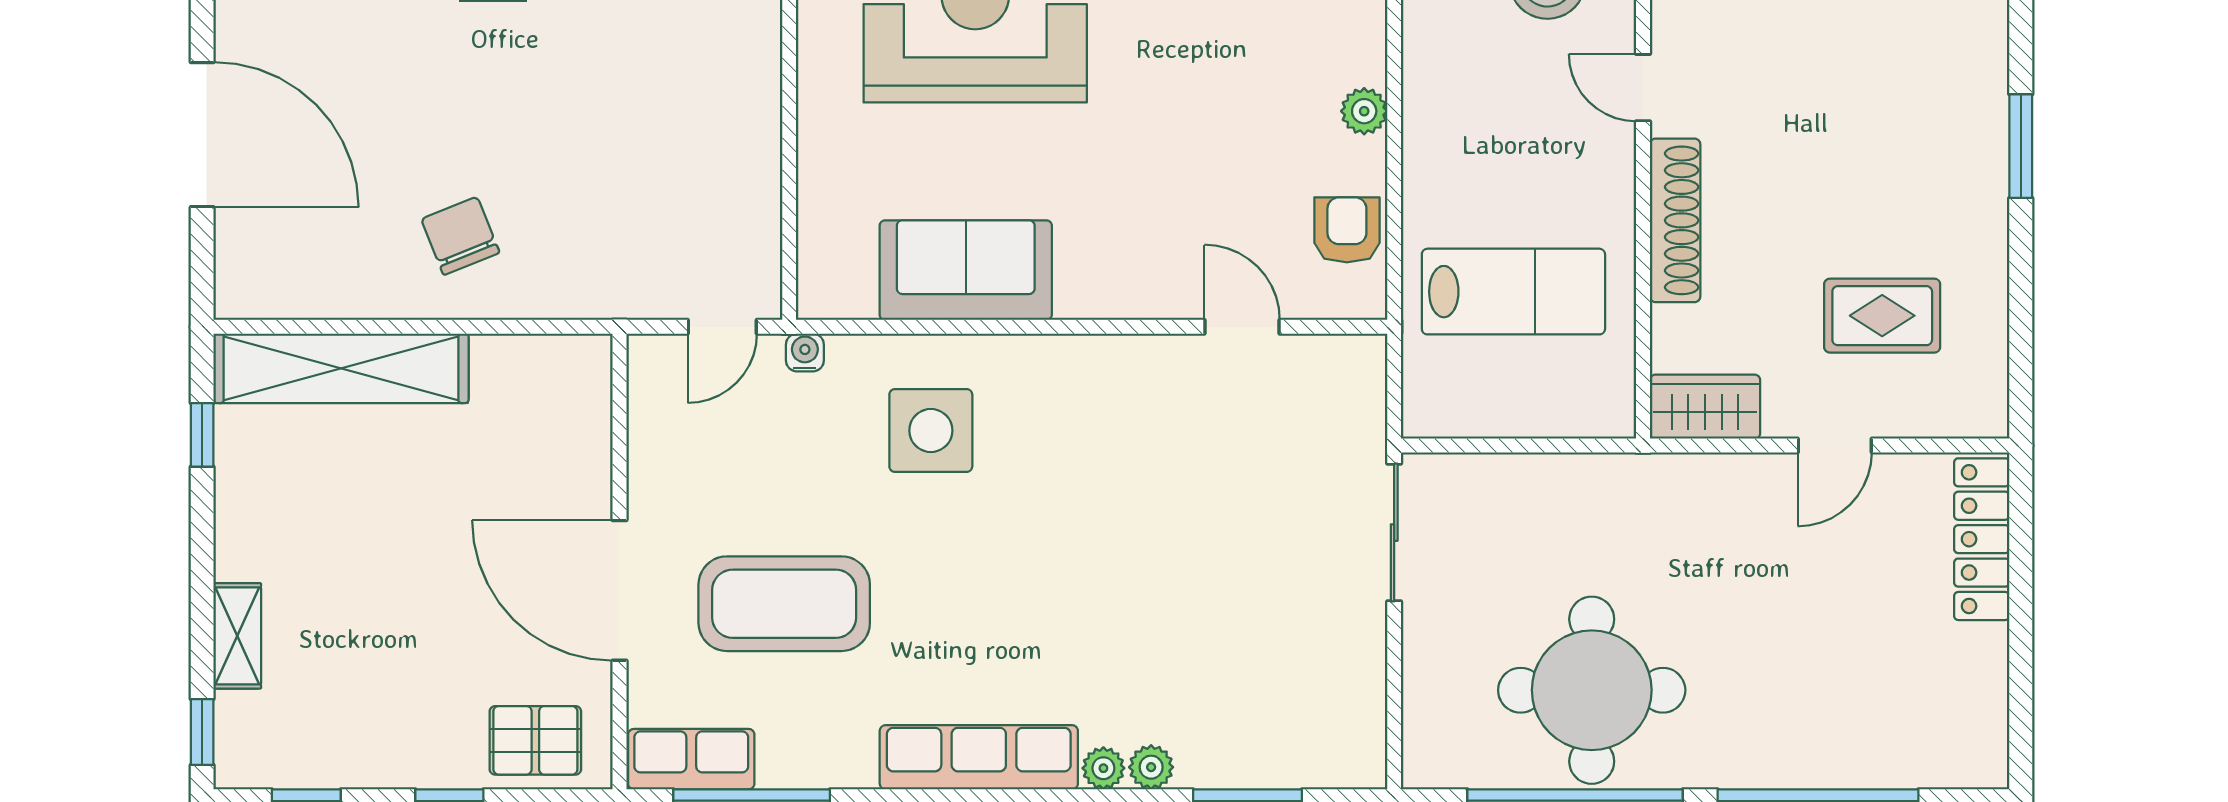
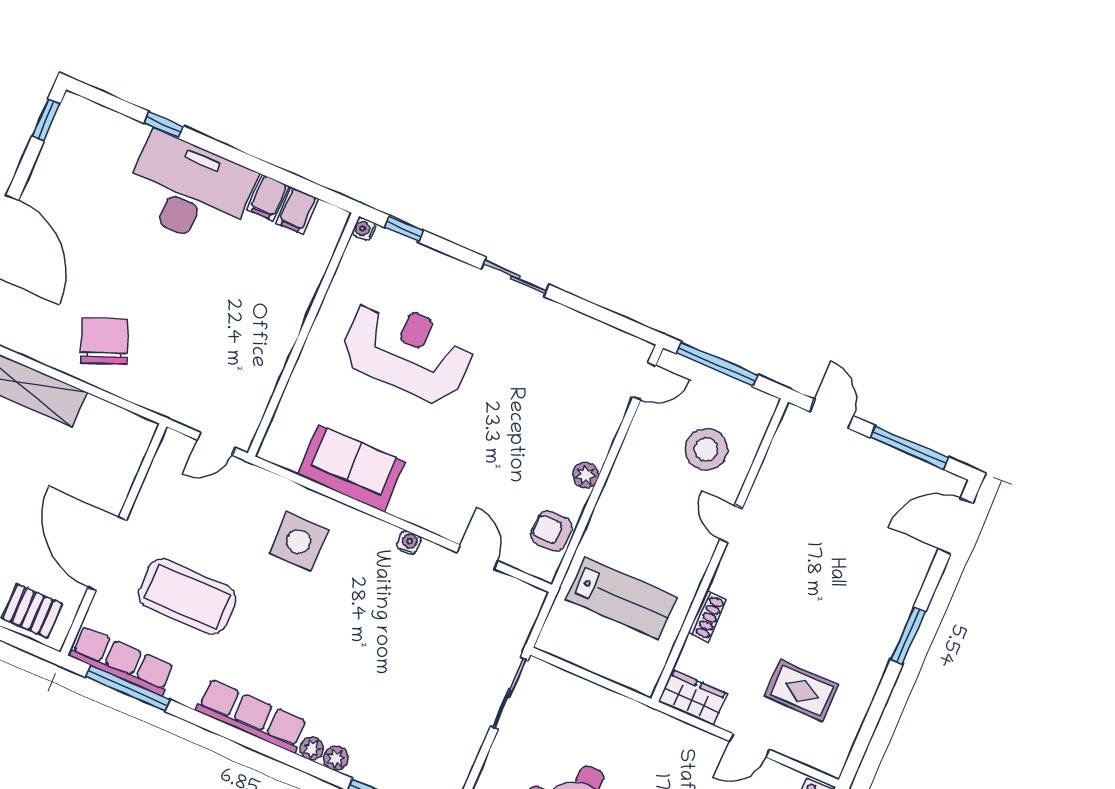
shoe rack: (1675, 220) -> (707, 616), width x0.51, depth x0.81
armchair: (1347, 230) -> (551, 531), turned -90
chair: (460, 236) -> (104, 341), width x1.37, depth x1.37
water cooler: (805, 352) -> (409, 543), moved
row of seats: (691, 759) -> (122, 661), width x1.48

